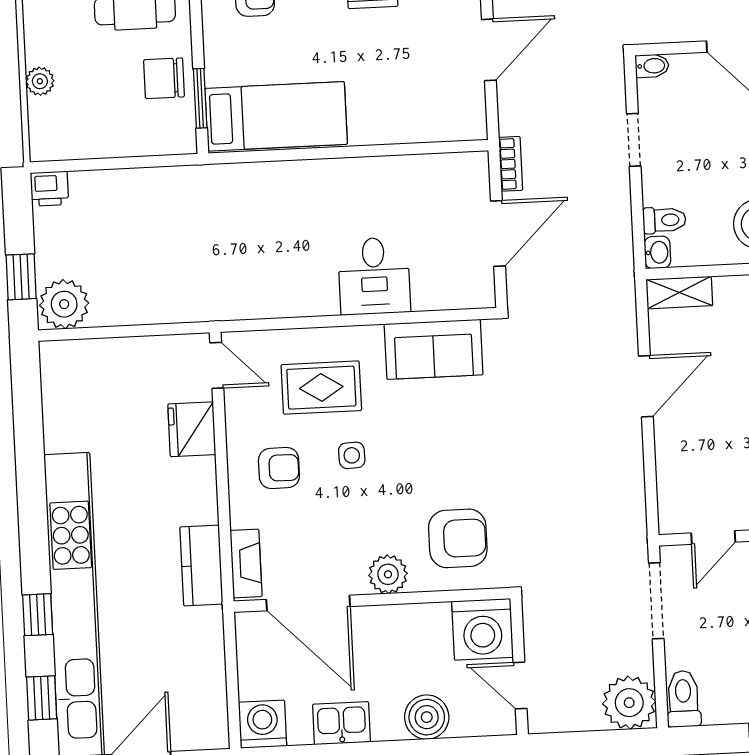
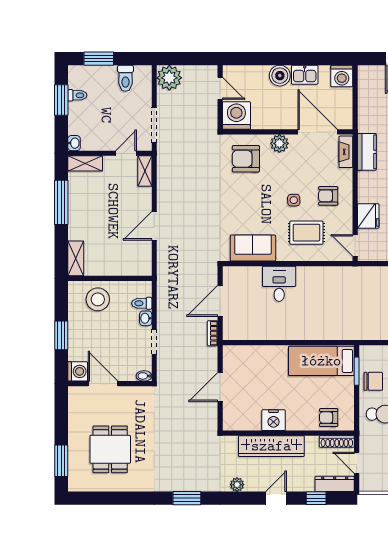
washbasin: (657, 252) -> (146, 318), moved
shelving: (679, 293) -> (145, 171), moved, turned 90
toilet: (683, 699) -> (125, 78), moved
boiler: (427, 717) -> (280, 76), moved

